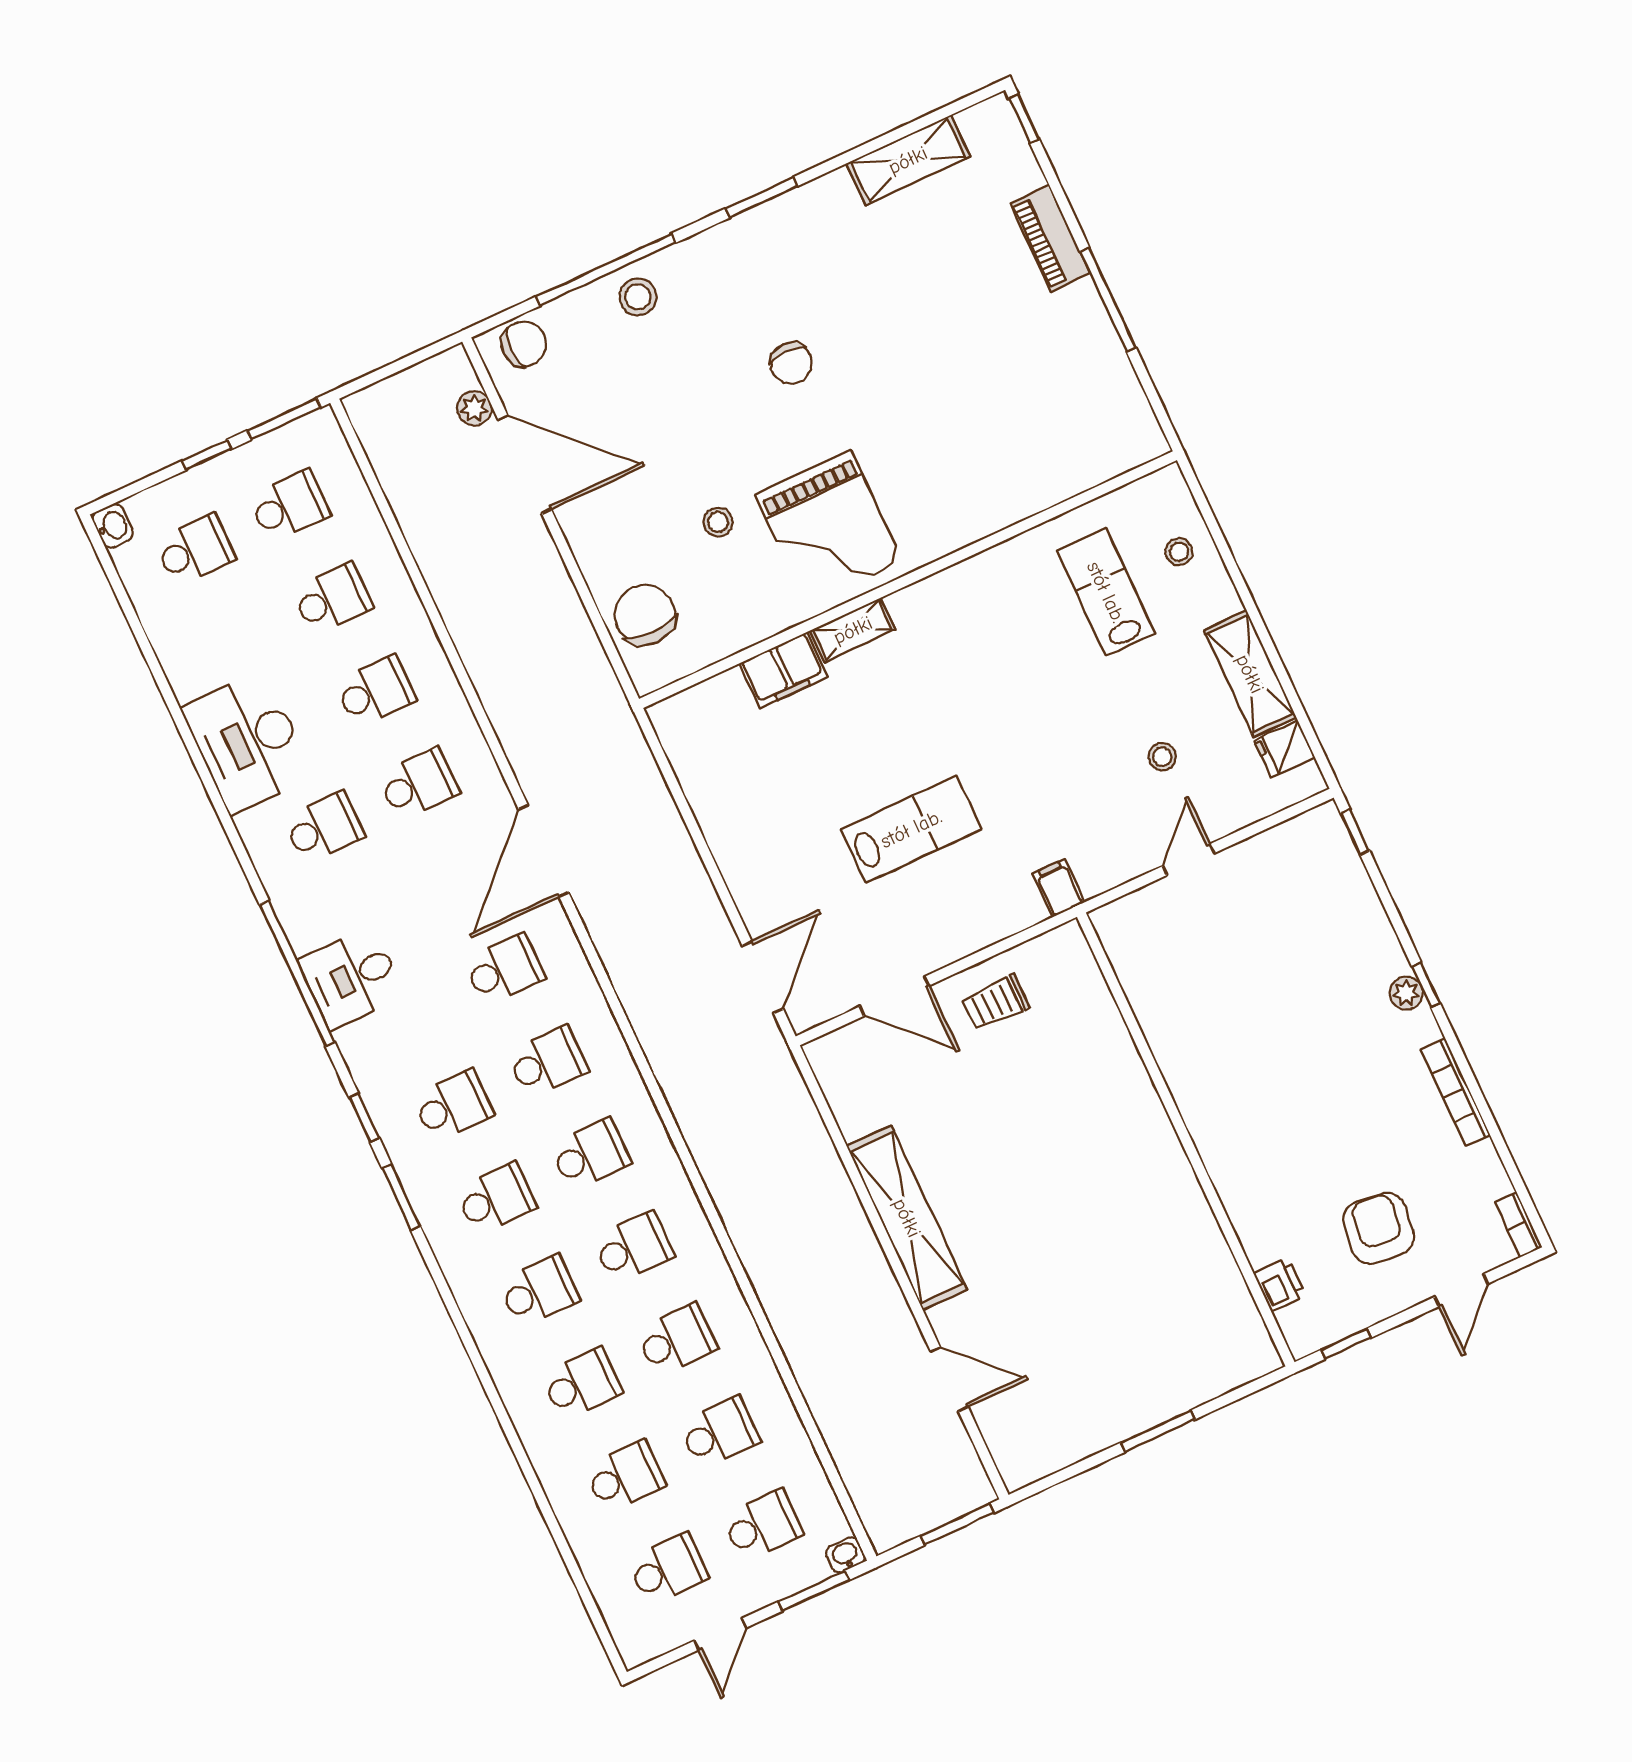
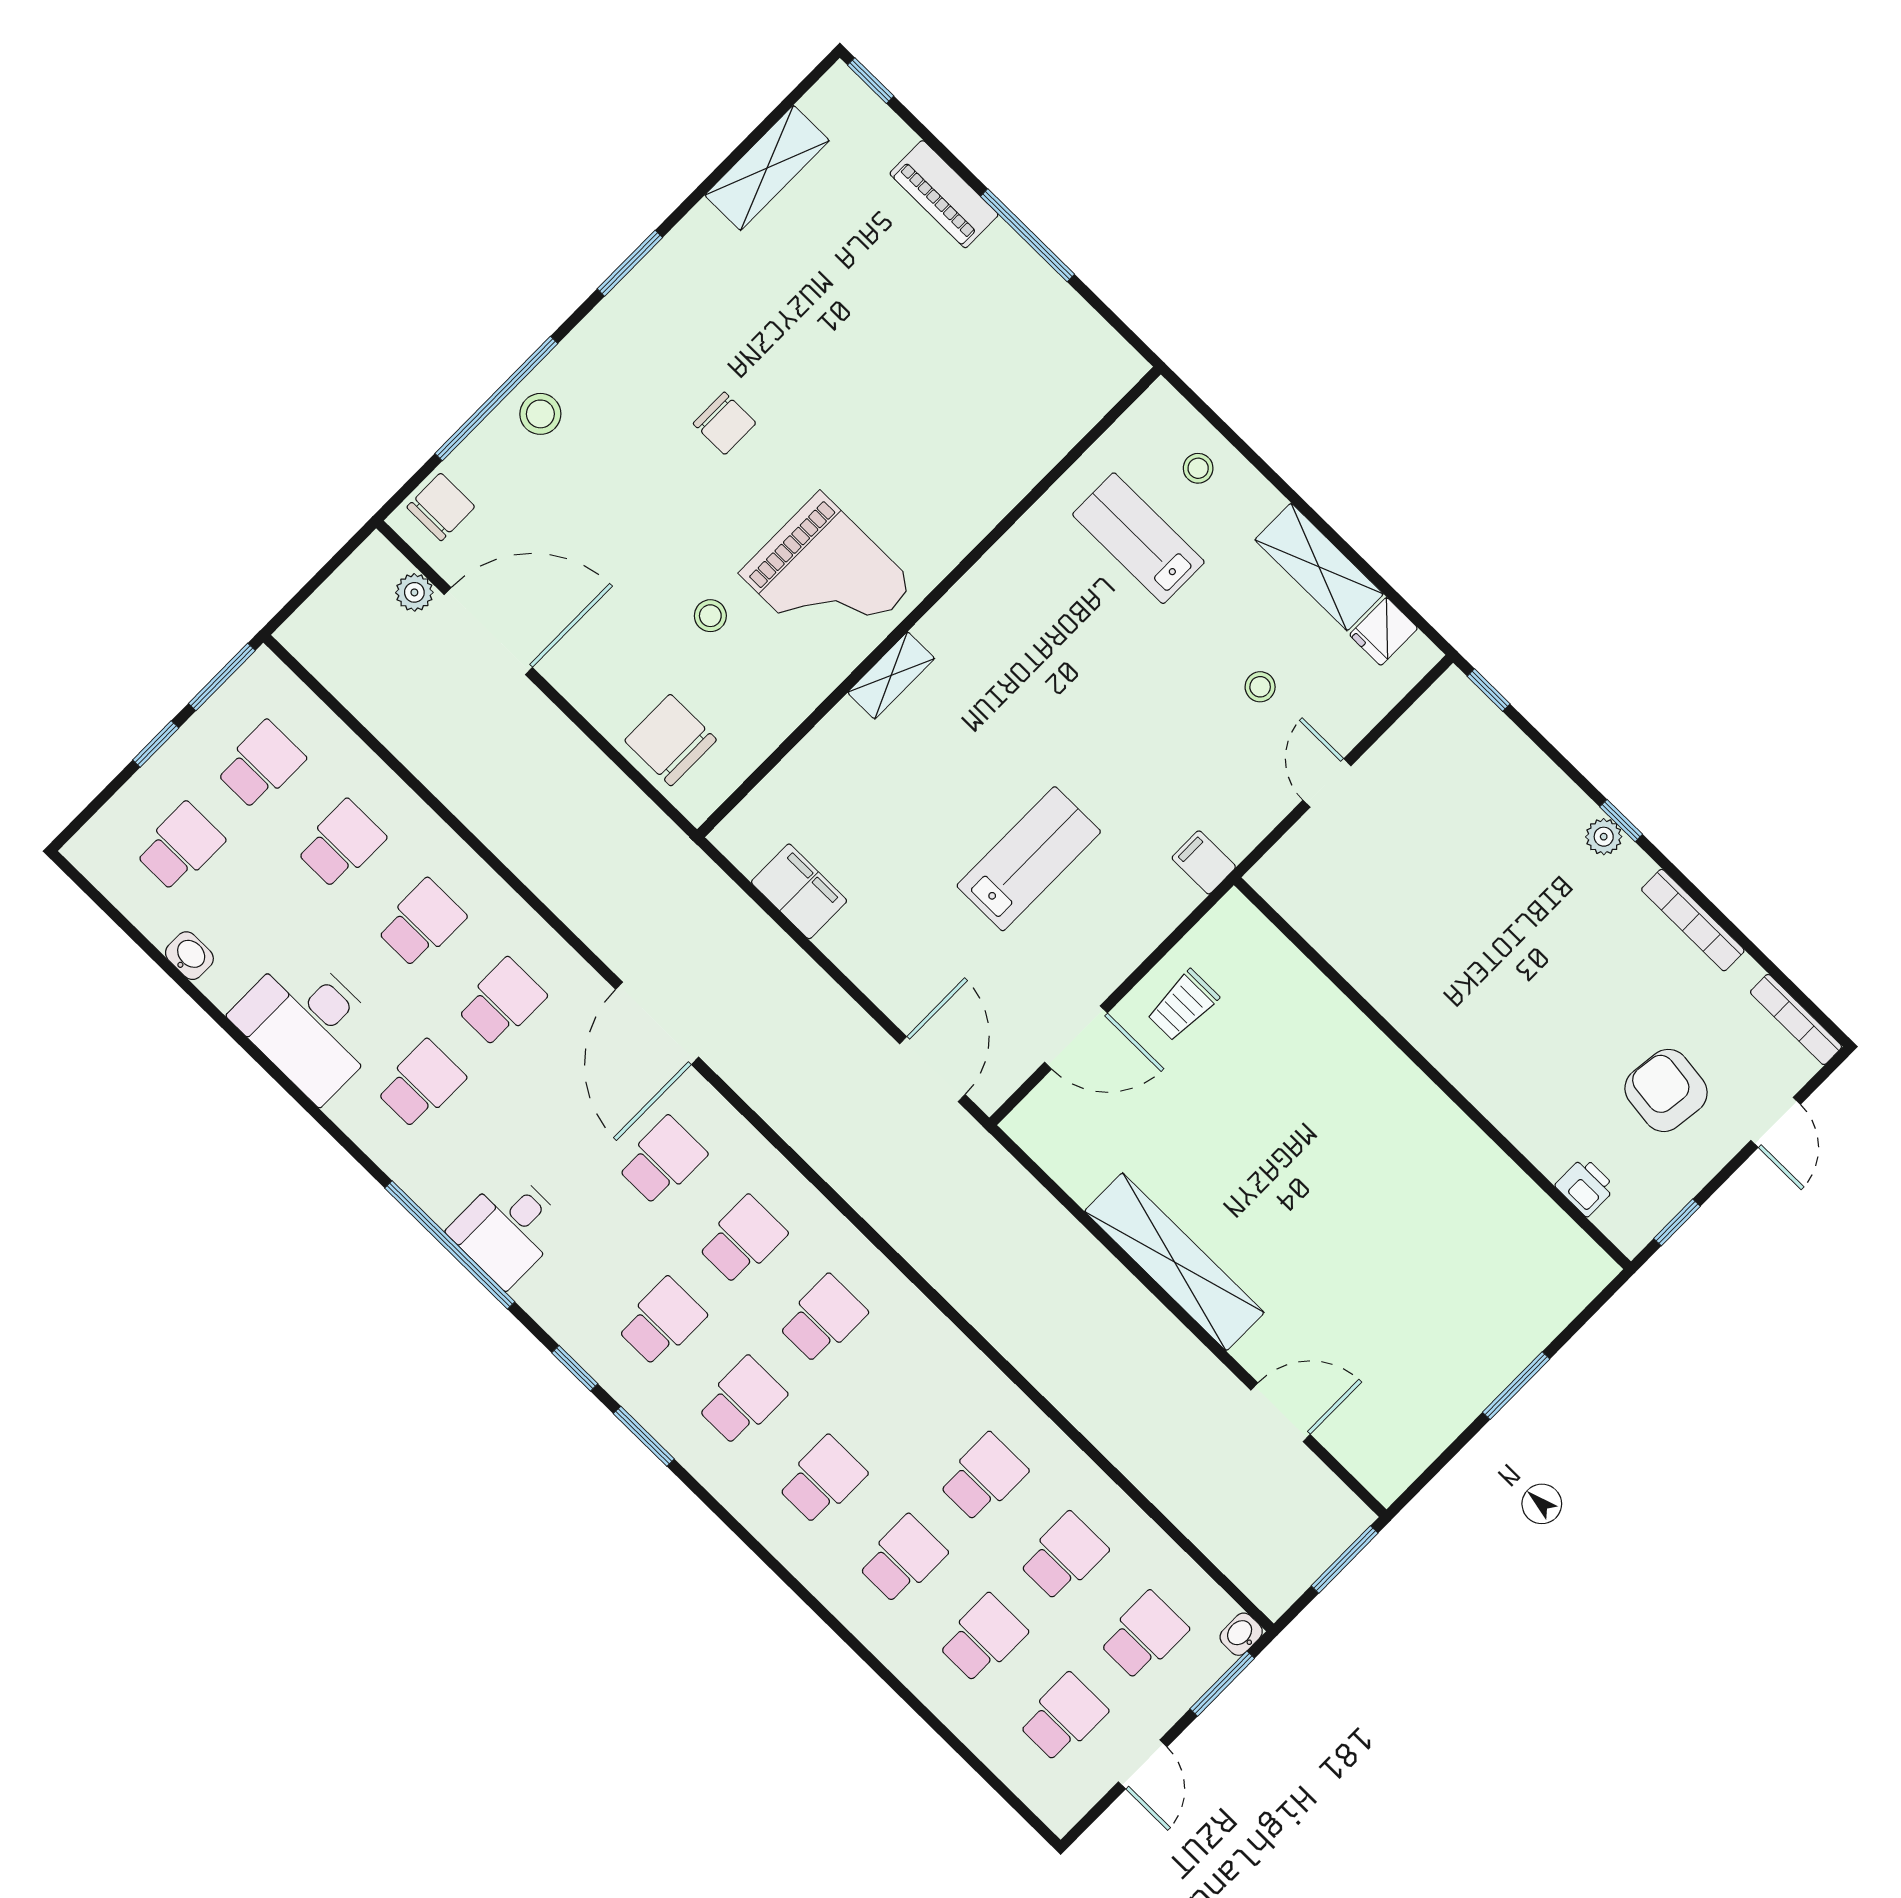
washbasin: (113, 526) -> (189, 956), moved
filing cabinet: (783, 670) -> (799, 891), moved, turned -90
bookcase: (1519, 1225) -> (1796, 1019), width x1.56
school desk: (633, 1247) -> (903, 1398), removed

